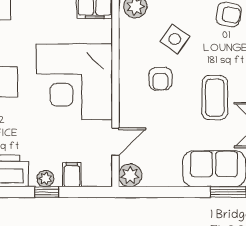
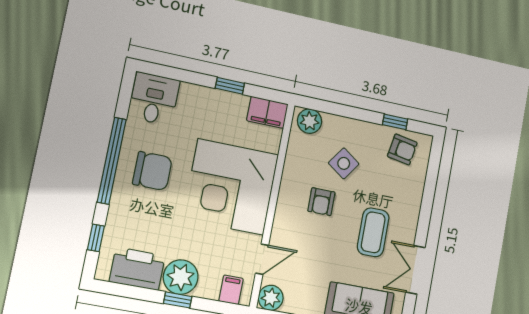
filing cabinet: (72, 175) -> (231, 290), moved
plant: (45, 179) -> (181, 277), width x1.88, depth x1.88

